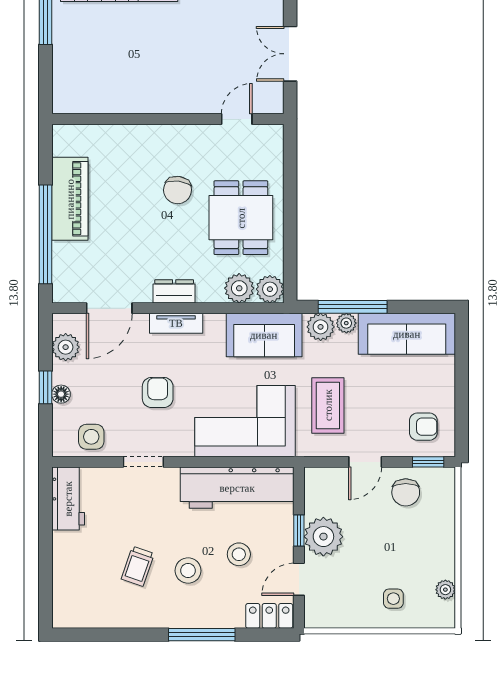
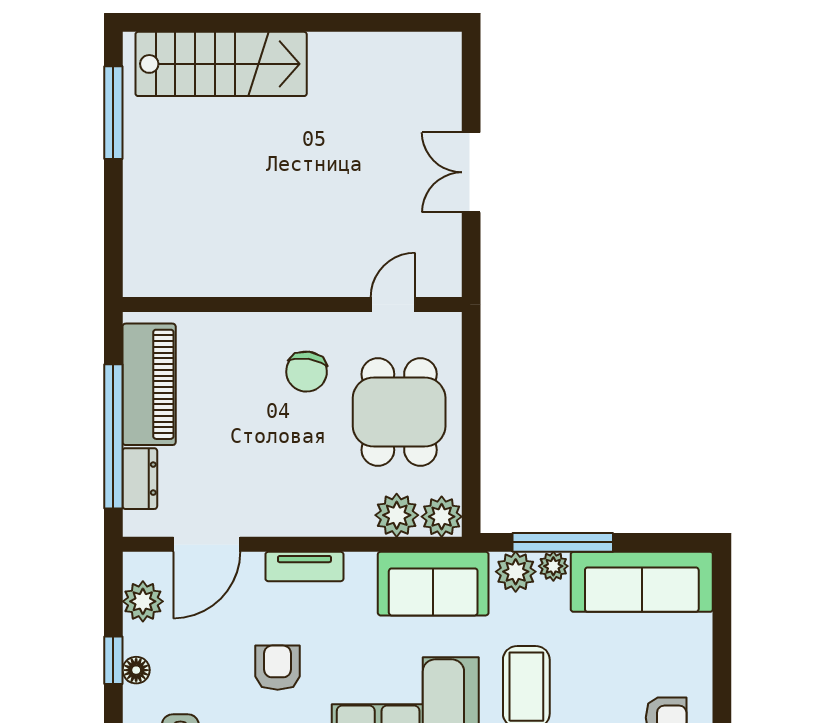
wall: (168, 119) -> (292, 305), moved
door: (237, 119) -> (393, 305), moved
dresser: (174, 291) -> (140, 479), moved, turned 90

